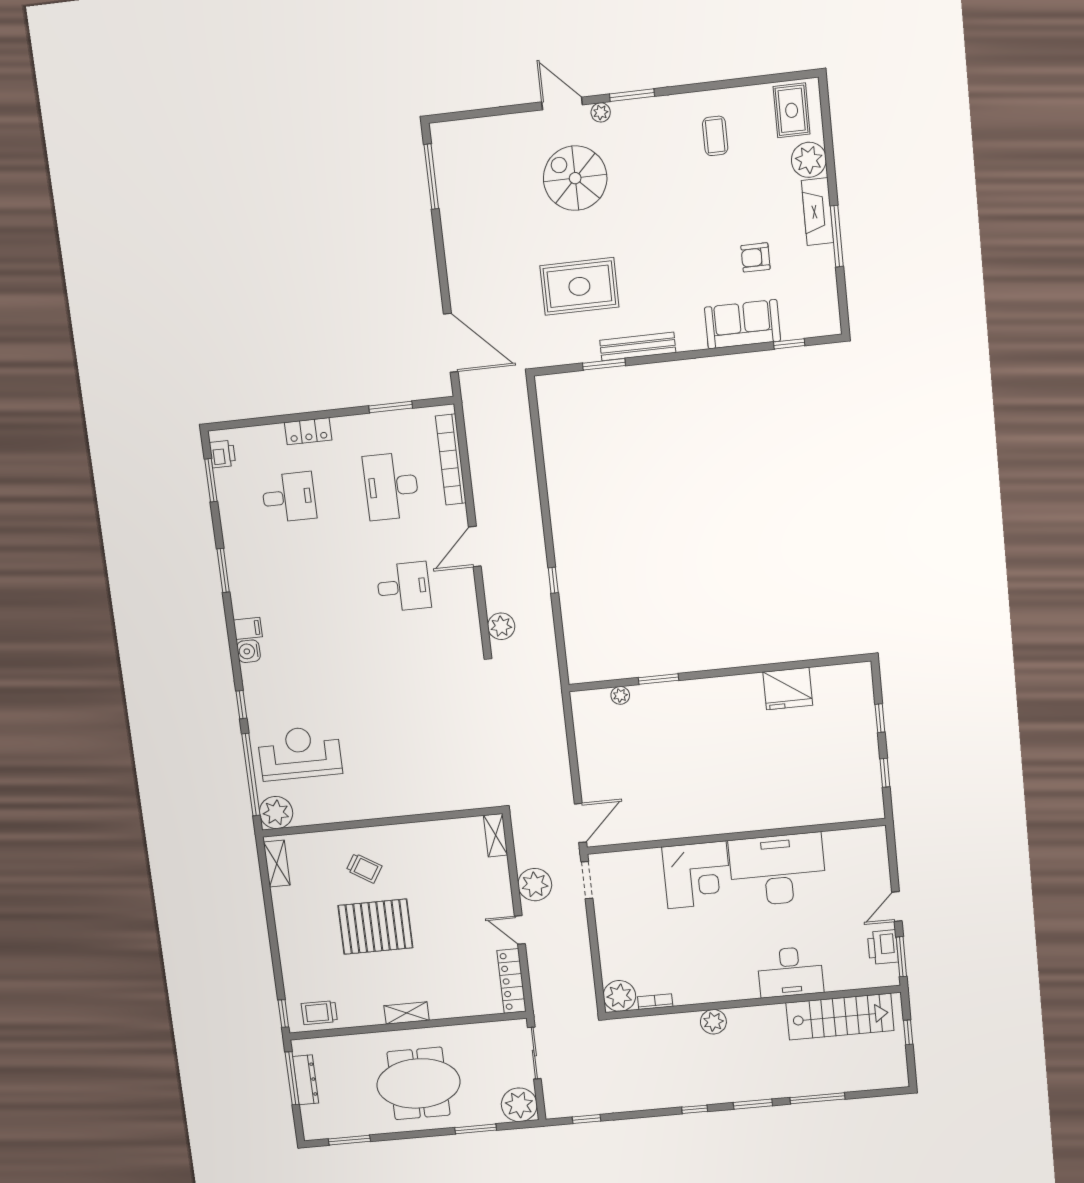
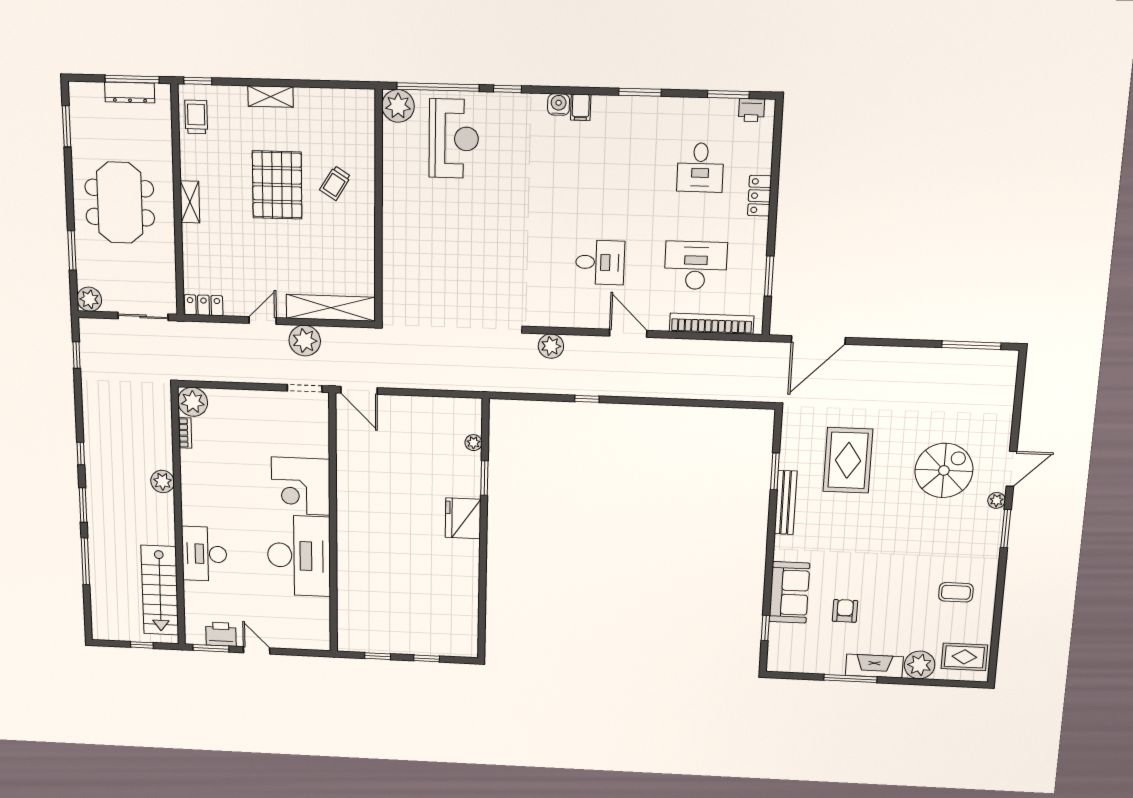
desk: (404, 587) -> (600, 262), turned -90
fridge: (788, 689) -> (463, 518), moved
shelving: (495, 835) -> (331, 308), width x2.20, depth x1.33
shelving: (277, 864) -> (271, 96), moved
locker: (512, 981) -> (204, 305), width x0.66
plant: (519, 1105) -> (89, 299), width x0.73, depth x0.73

